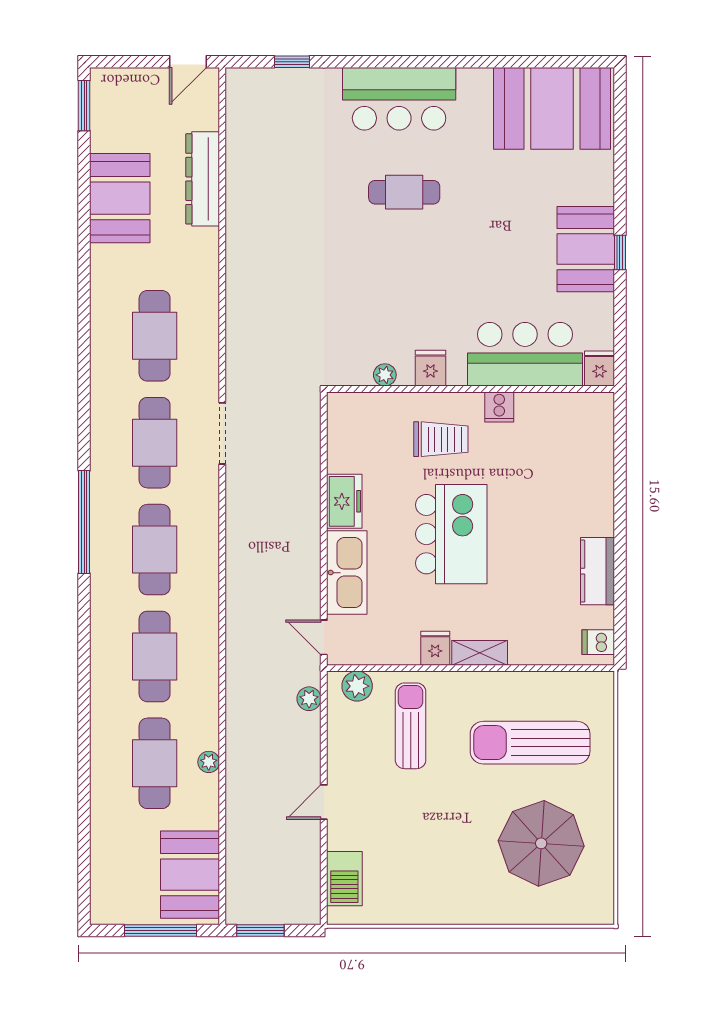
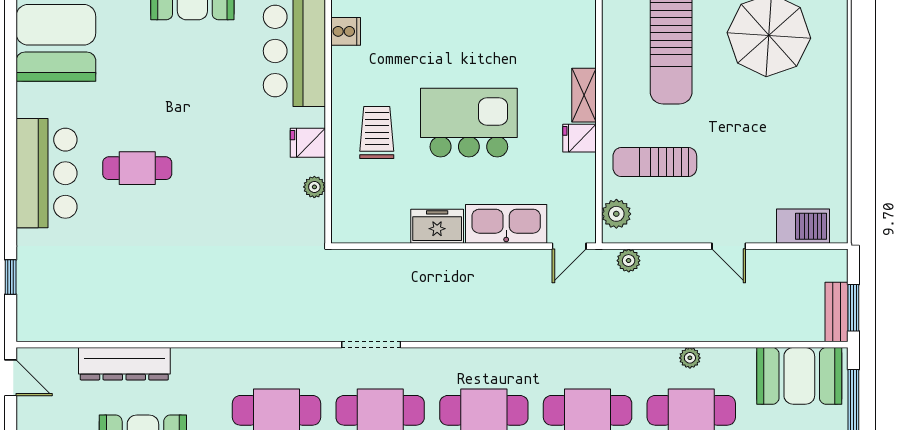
cafe table: (404, 192) -> (137, 168), turned 90
cooker: (499, 407) -> (346, 31), moved
bench: (256, 913) -> (837, 312), added

